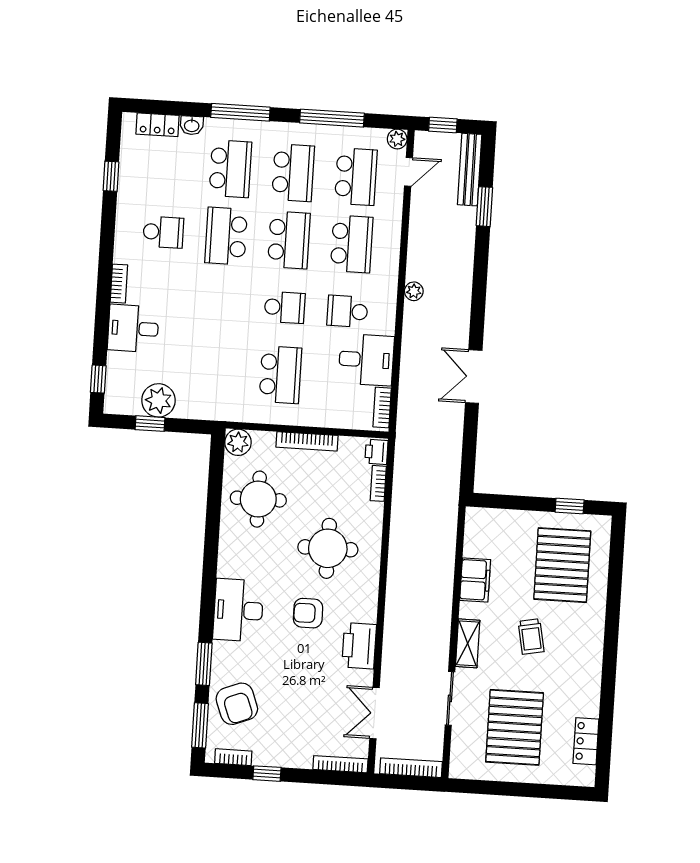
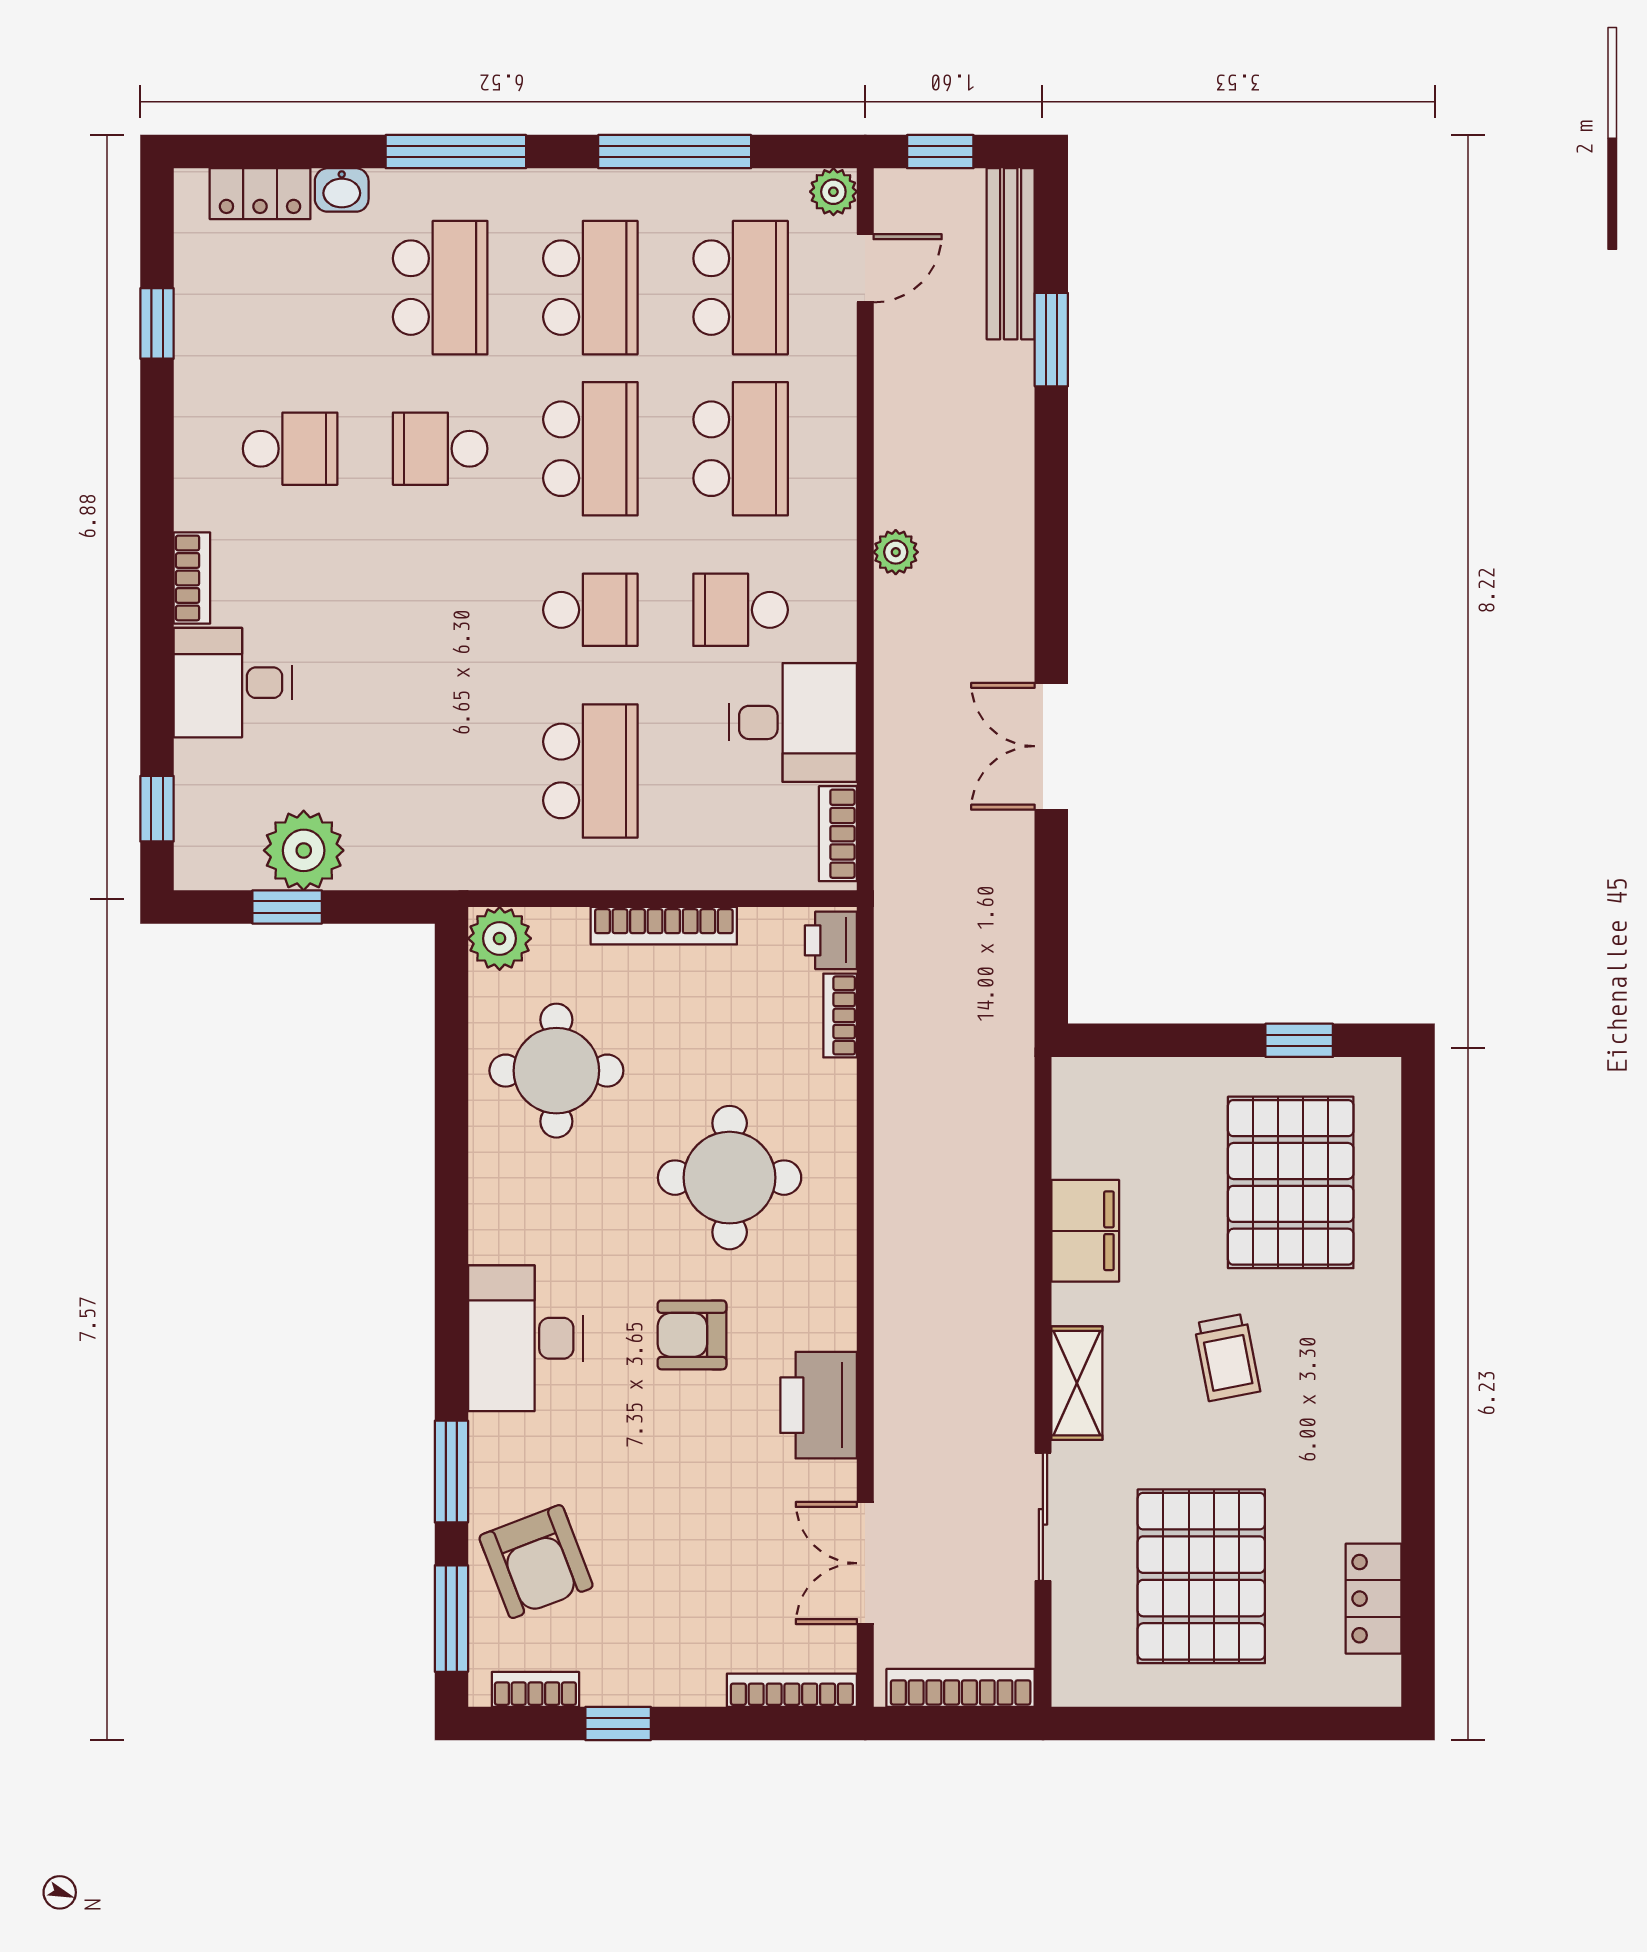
school desk: (226, 236) -> (440, 449), width x0.54

